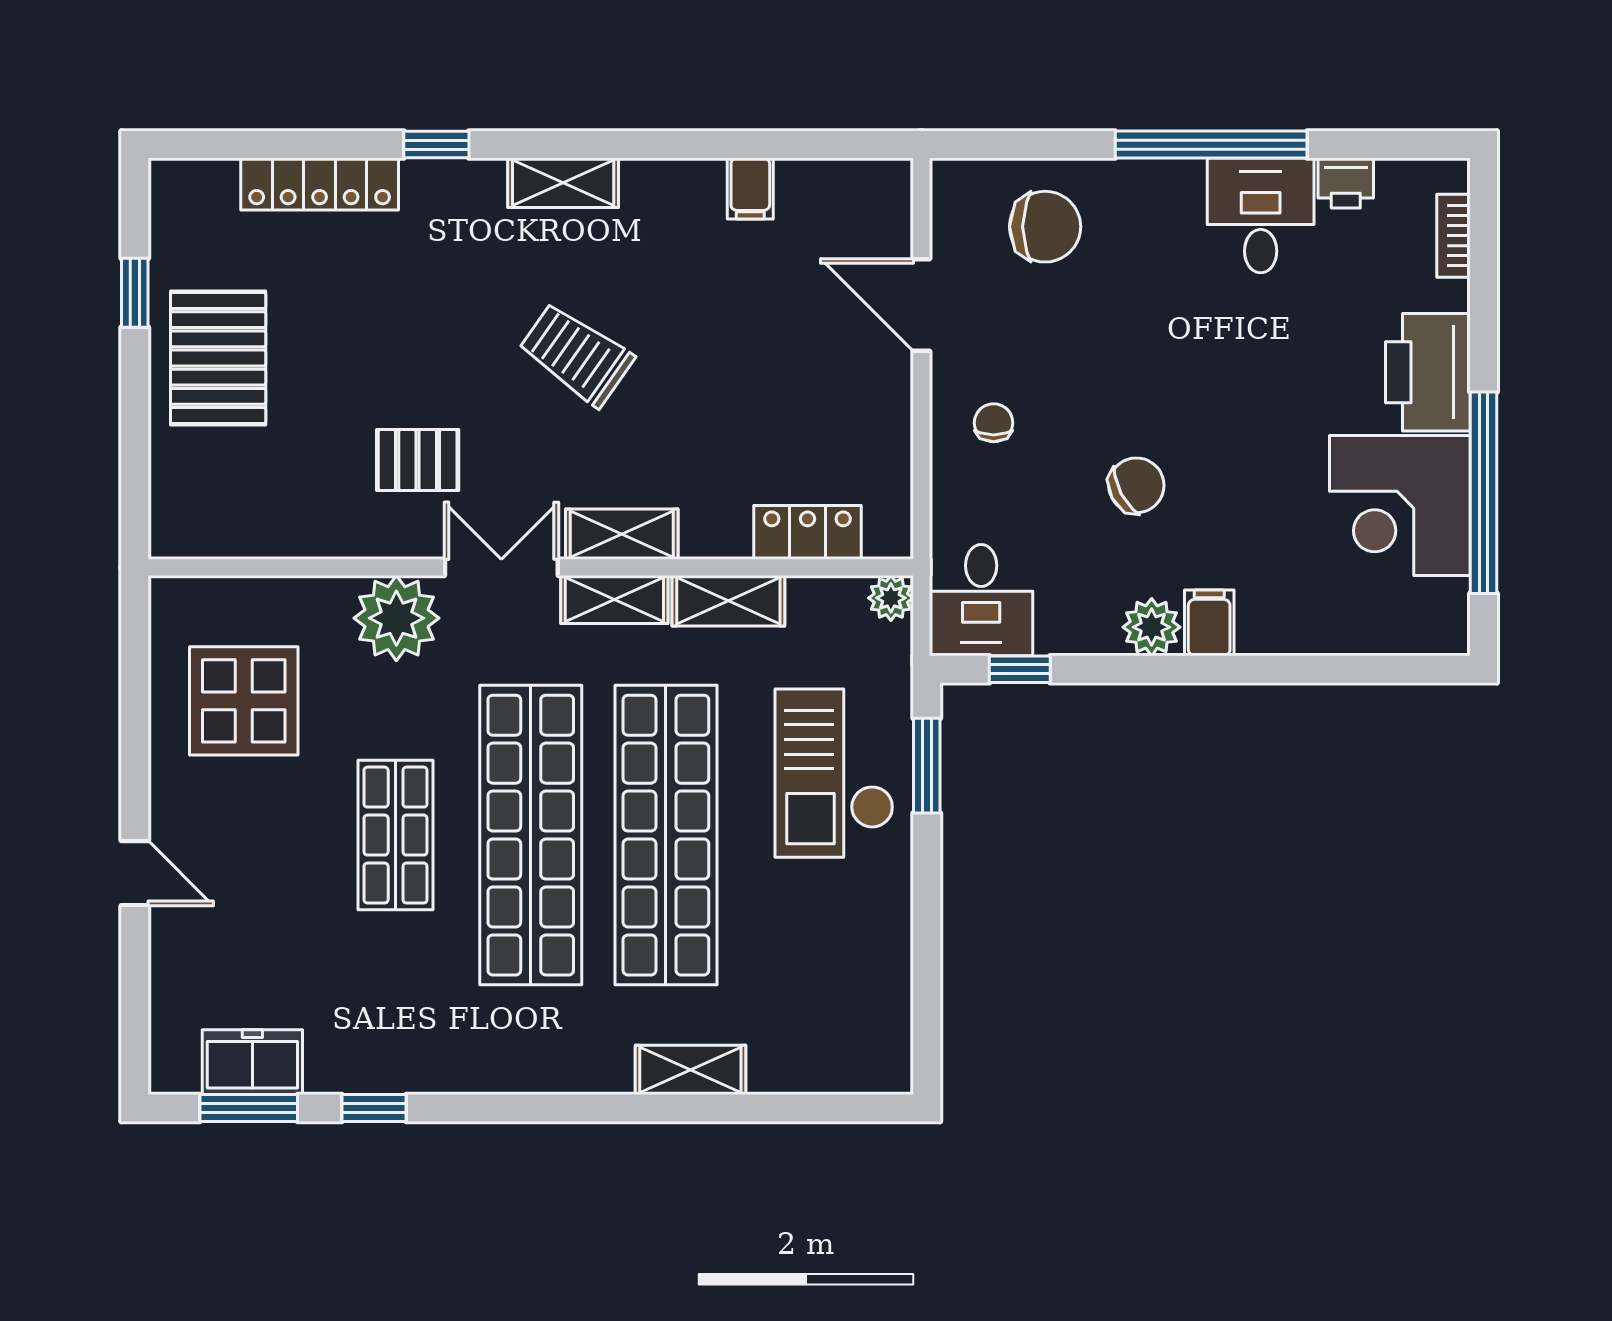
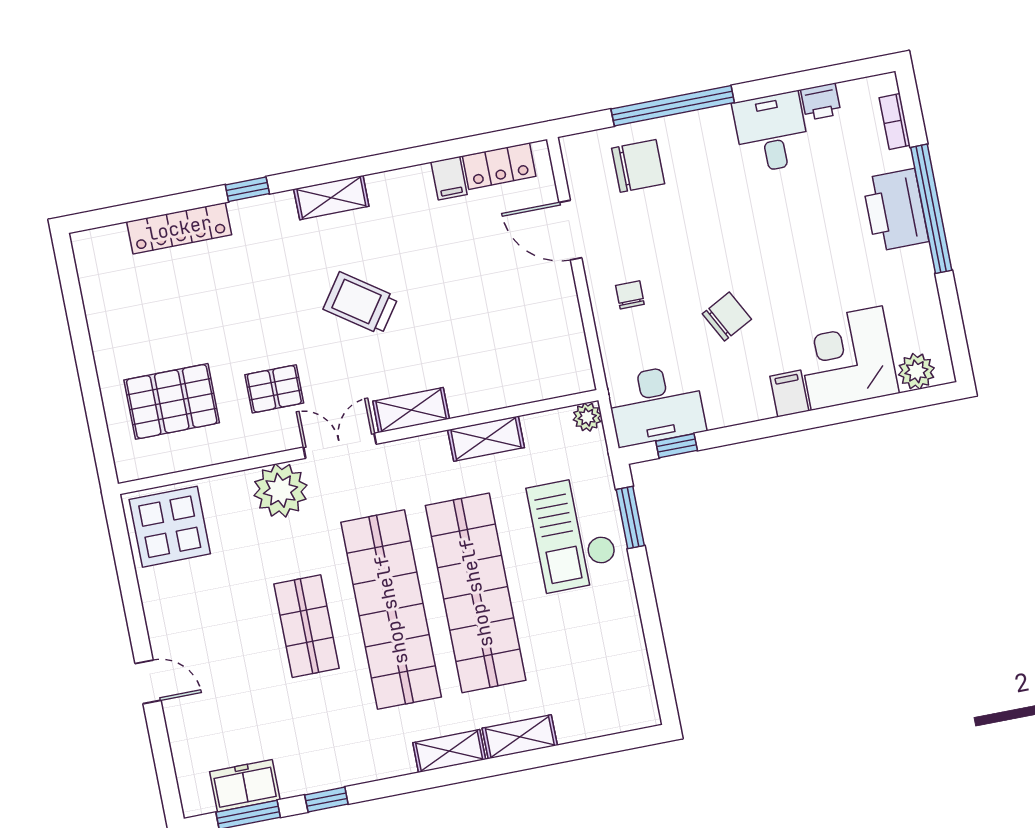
window: (1211, 145) -> (673, 106), moved
window: (135, 293) -> (77, 319), removed
pallet: (218, 358) -> (172, 401), moved, turned 90
window: (1483, 493) -> (931, 209), moved
corner desk: (1400, 506) -> (847, 358), moved, turned 90
locker: (808, 532) -> (499, 166), moved, turned 180
shelving: (614, 600) -> (449, 751), moved
desk: (981, 600) -> (656, 405), width x1.37
plant: (1152, 627) -> (916, 371), moved
display table: (244, 701) -> (170, 527), moved

